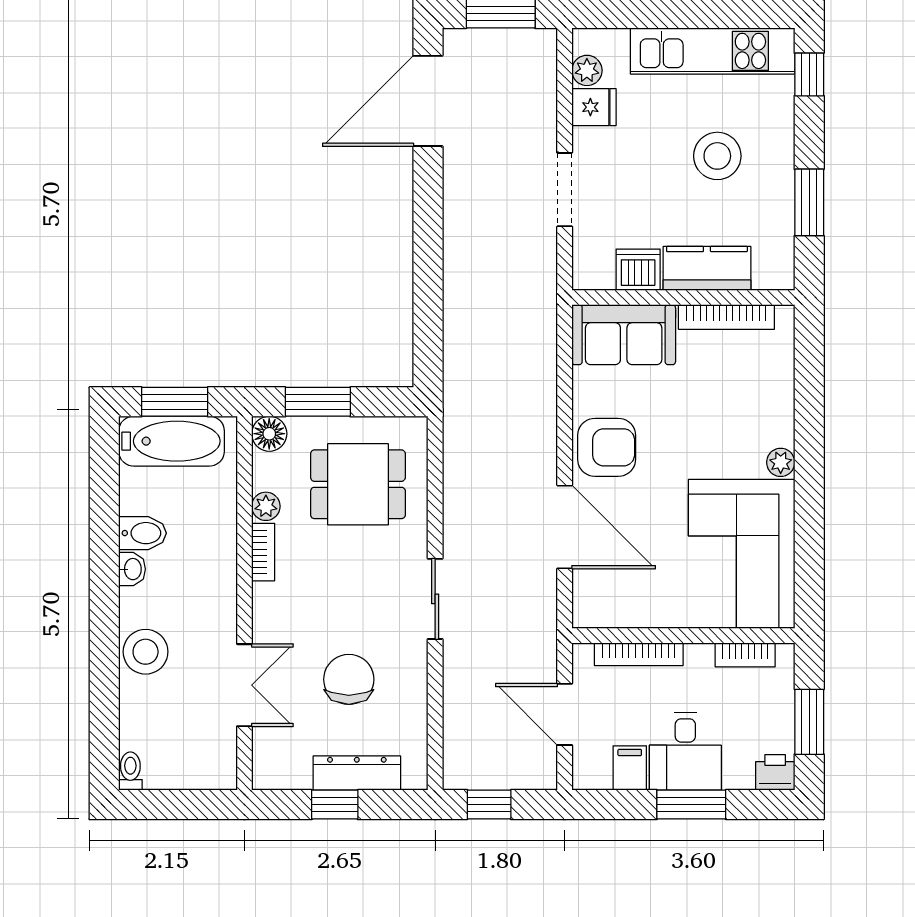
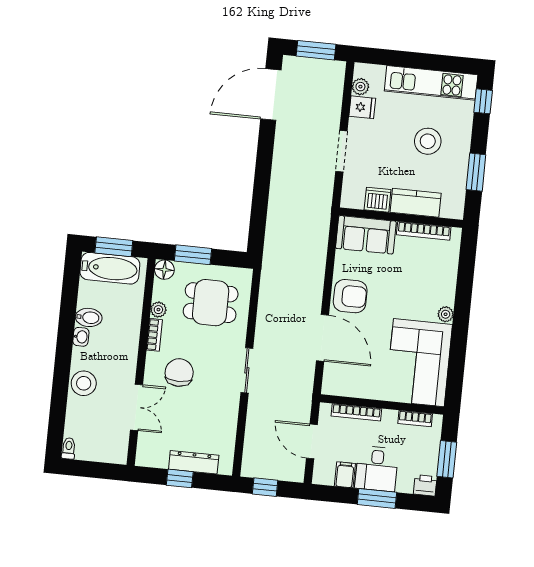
chair: (349, 679) -> (179, 373), moved

